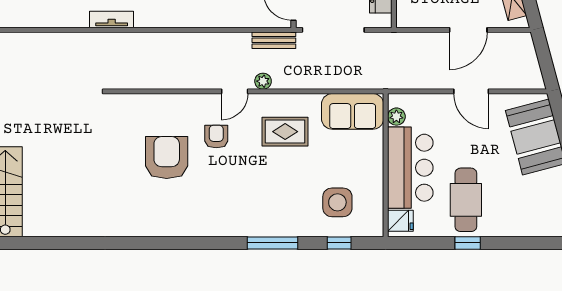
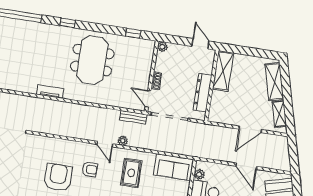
tv unit: (112, 20) -> (50, 92), moved
door: (235, 91) -> (105, 144), hinge flipped
rug: (285, 132) -> (131, 173), turned 90
armchair: (216, 136) -> (90, 169), turned 90

